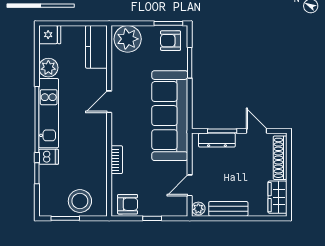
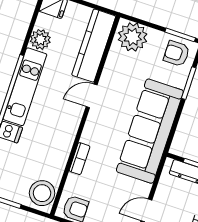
kitchen counter: (96, 47) -> (94, 46), width x1.50
stool: (80, 201) -> (42, 193), moved

